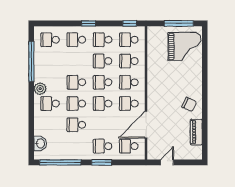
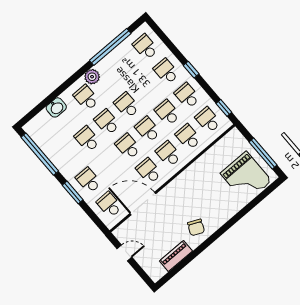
washbasin: (40, 143) -> (56, 107), moved

